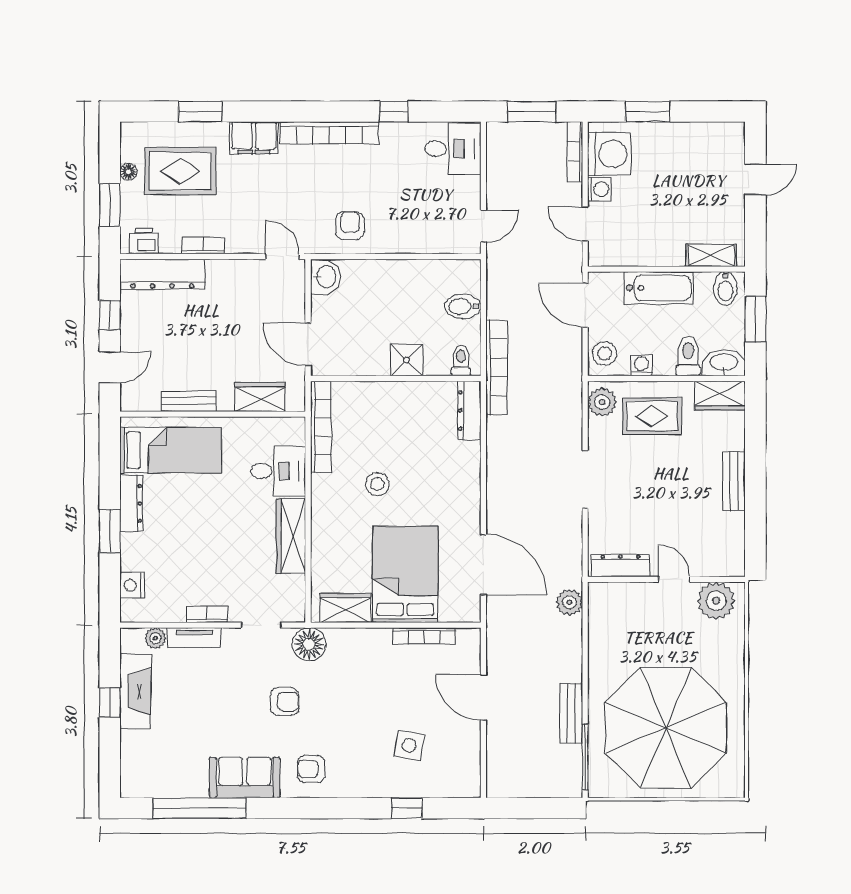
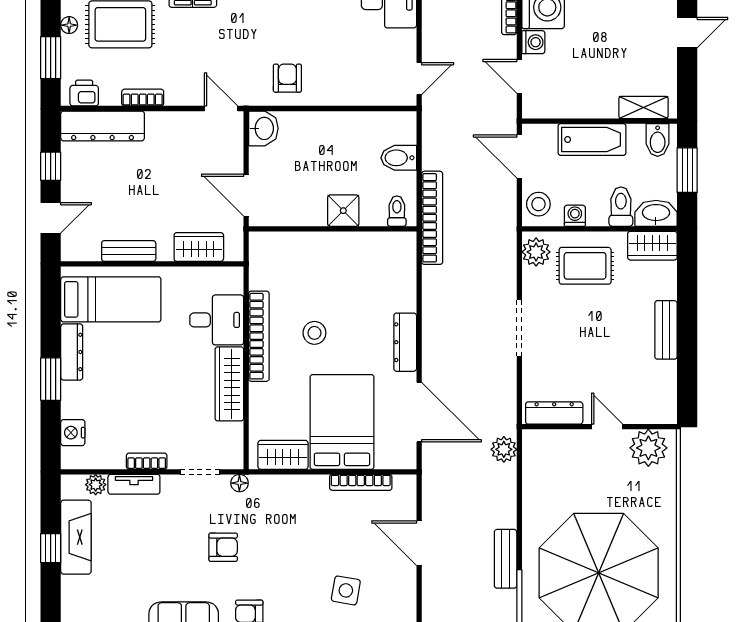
dresser: (469, 411) -> (405, 342), moved
bookcase: (321, 427) -> (259, 336), moved
floor lamp: (309, 644) -> (239, 483), width x0.53, depth x0.53

